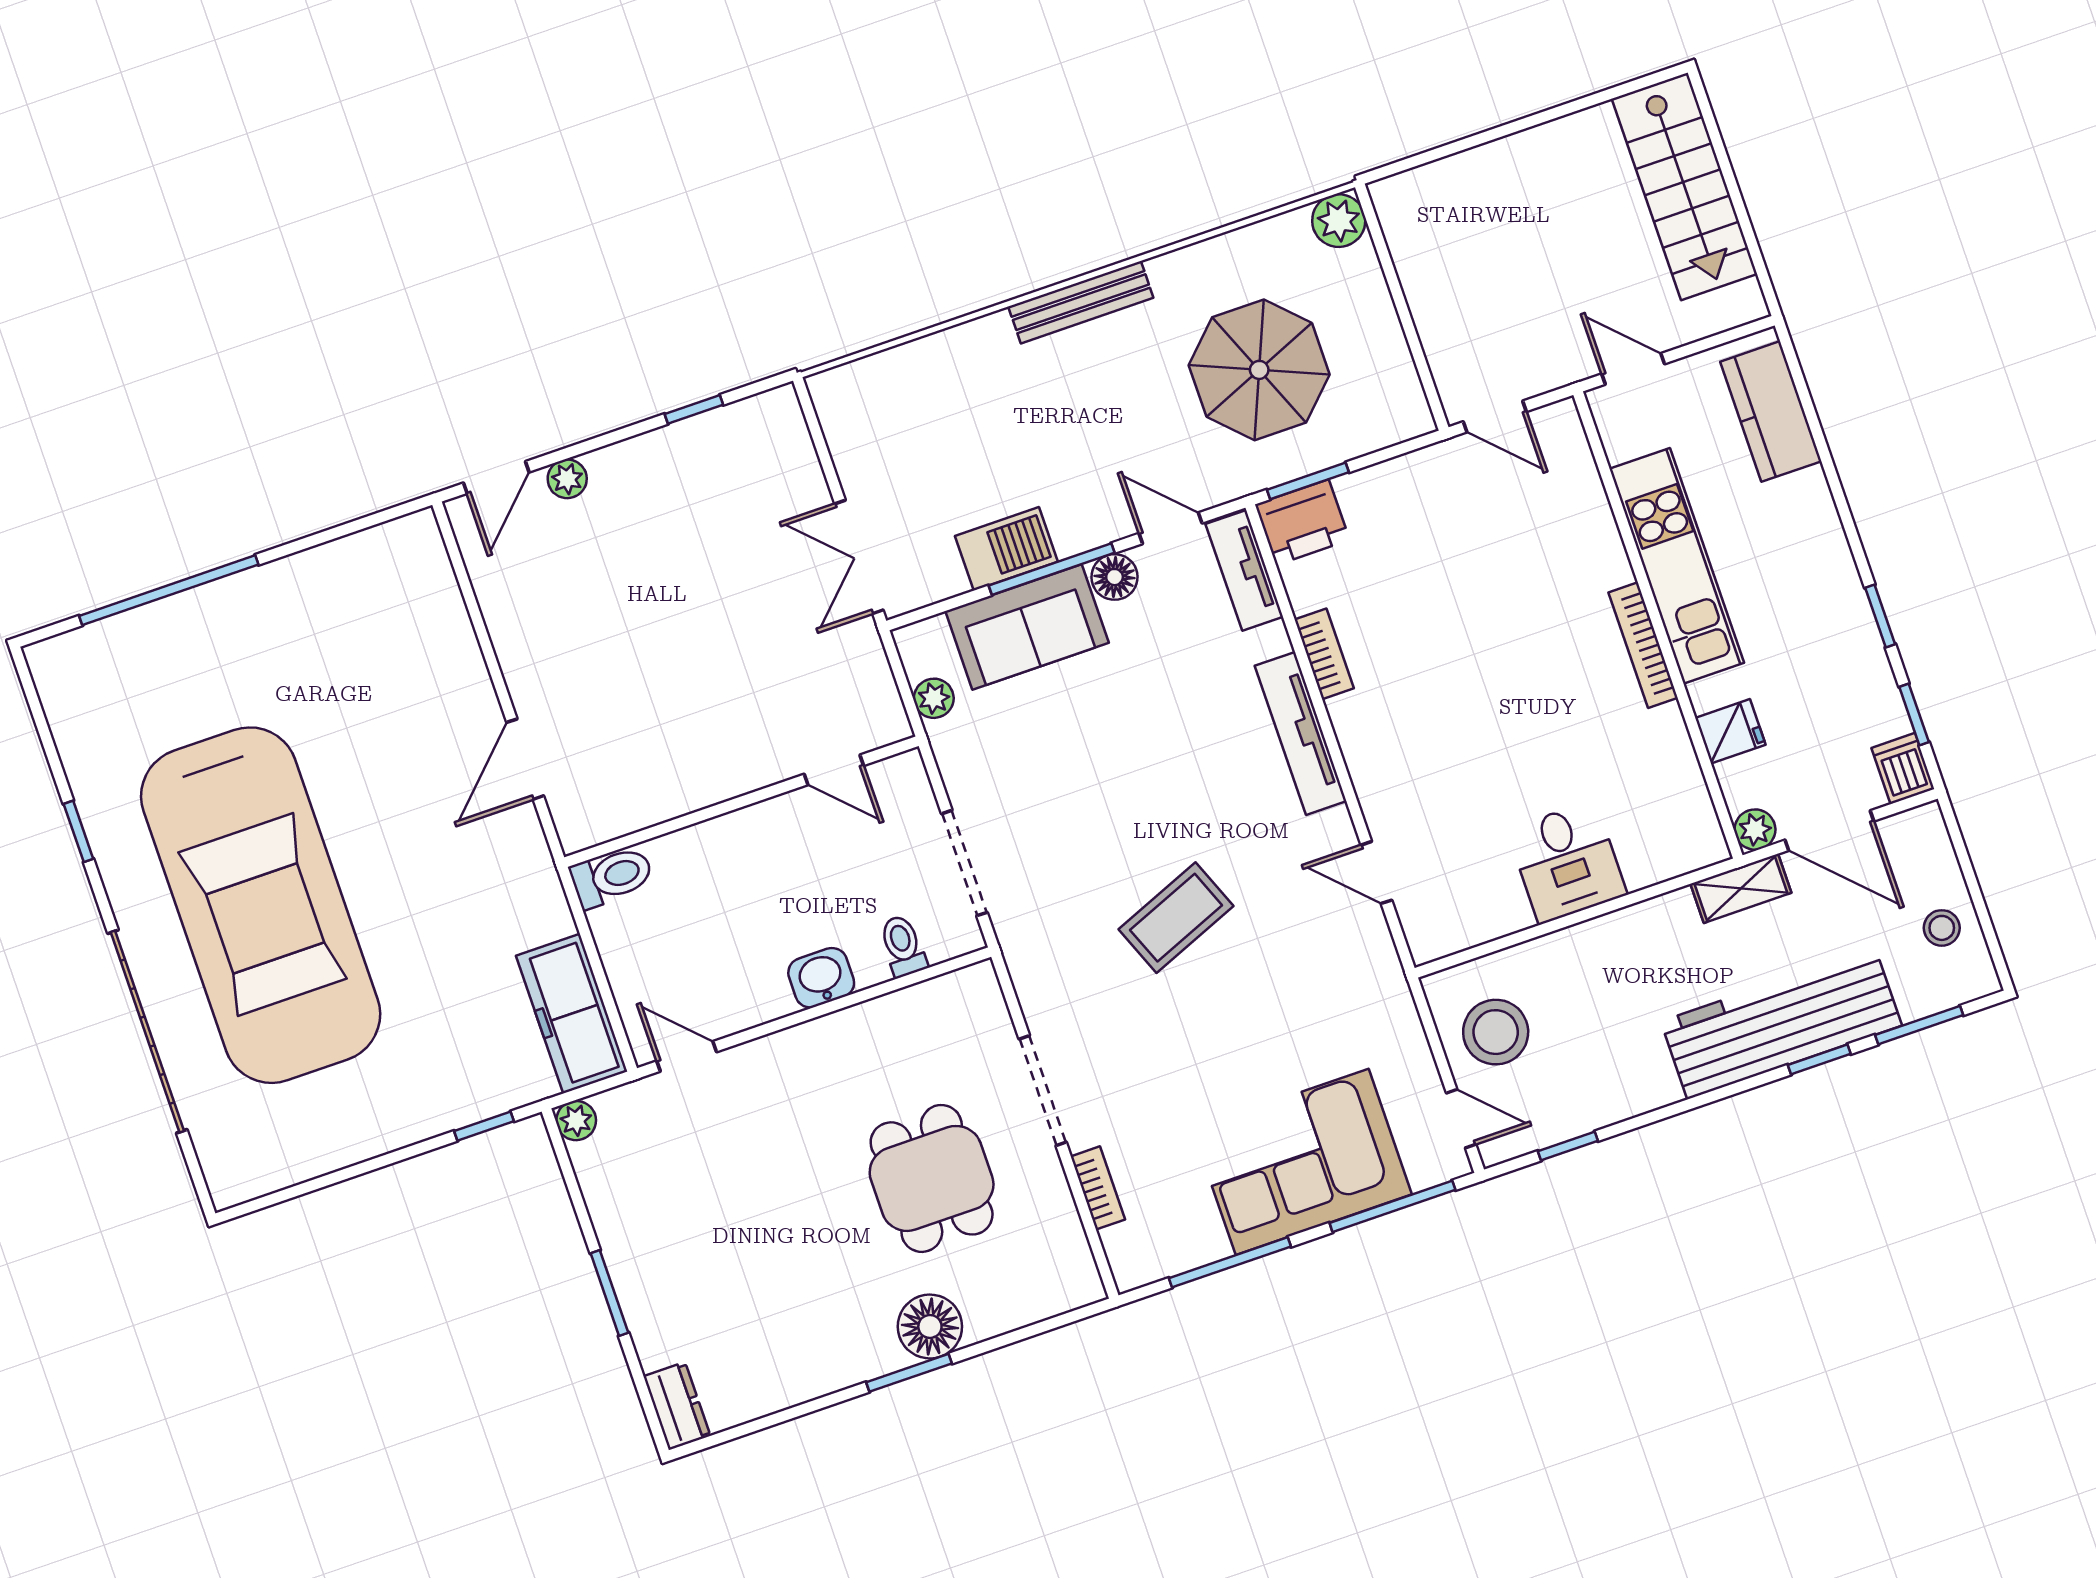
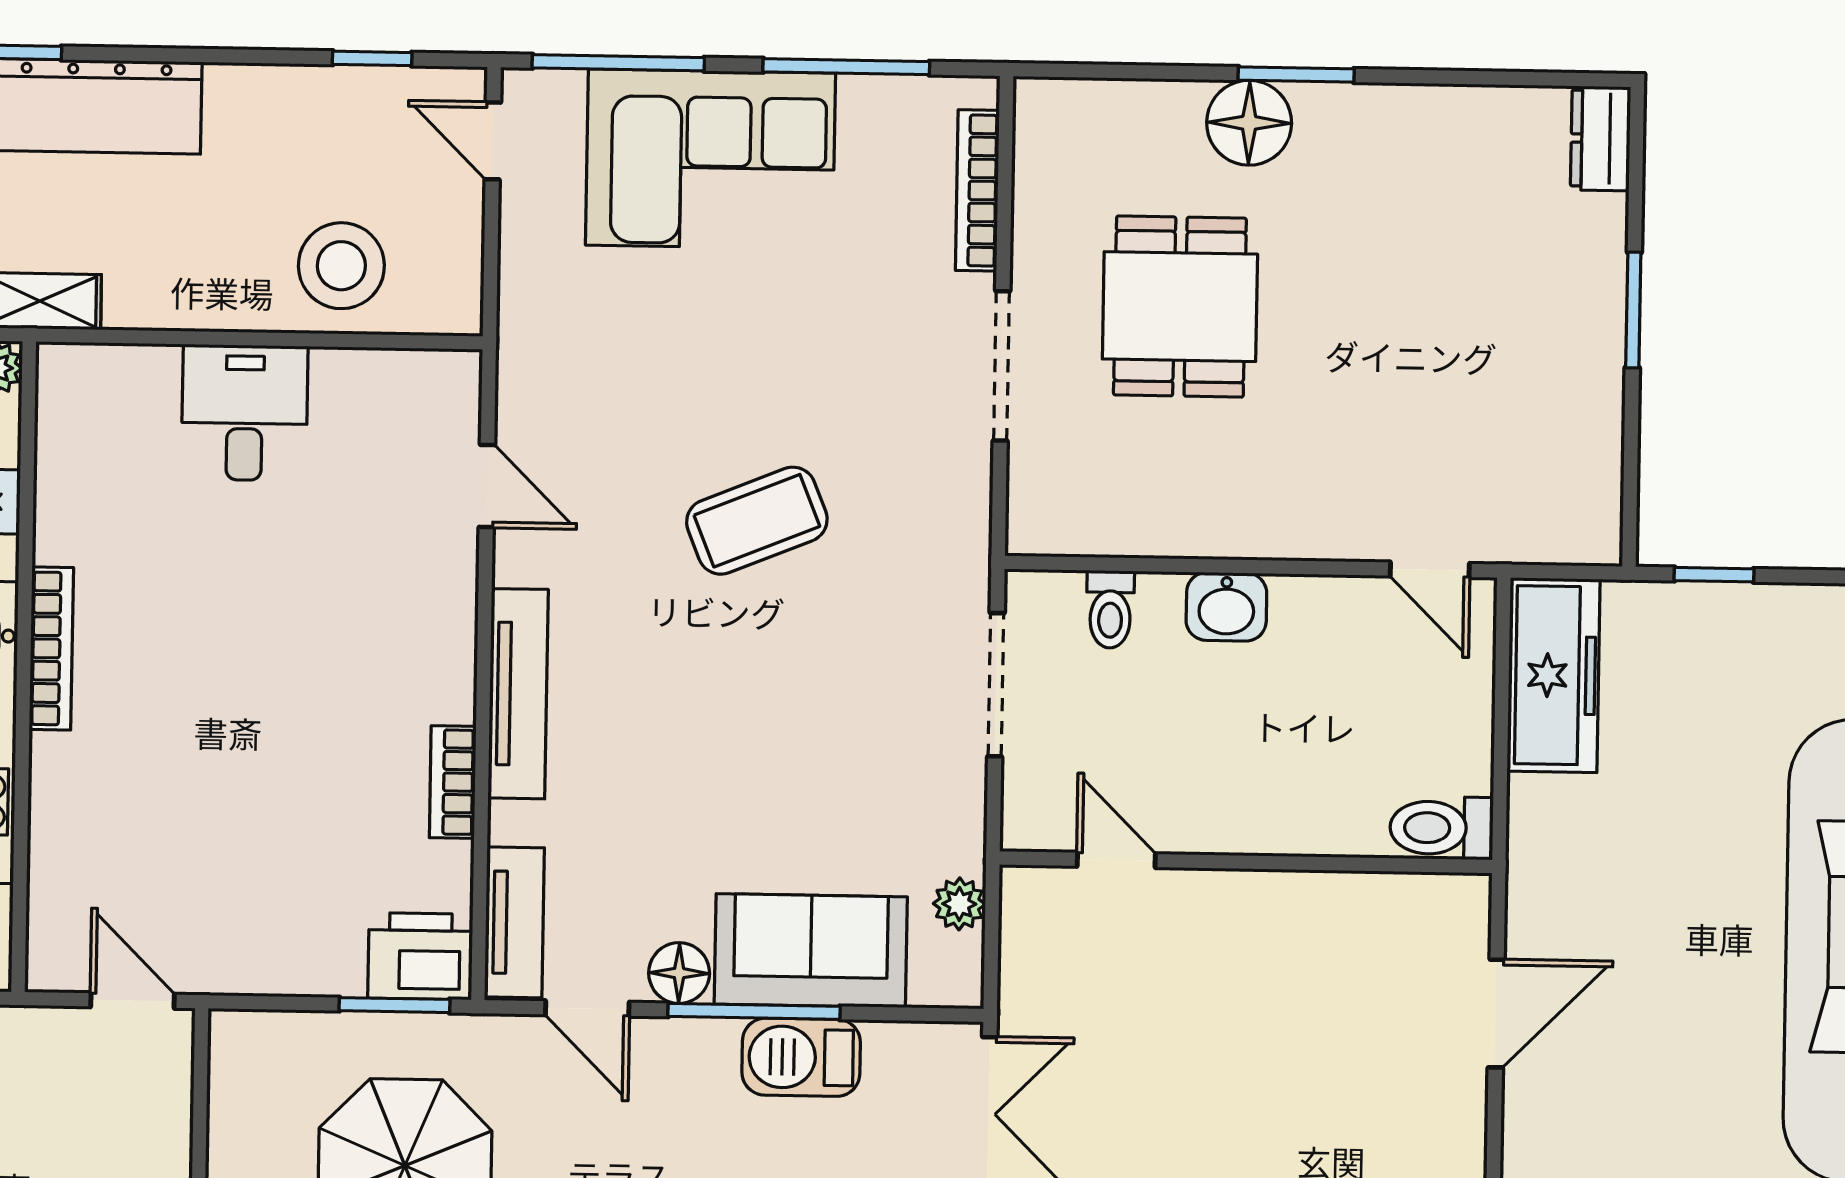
stool: (1496, 1032) -> (341, 266), moved
plant: (576, 1121) -> (1597, 540), removed
bookcase: (1098, 1188) -> (977, 190), width x1.56

